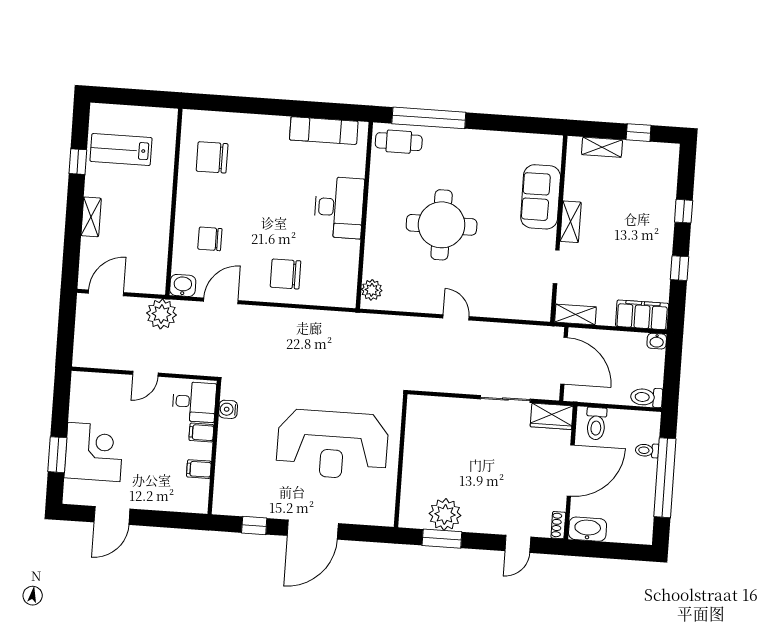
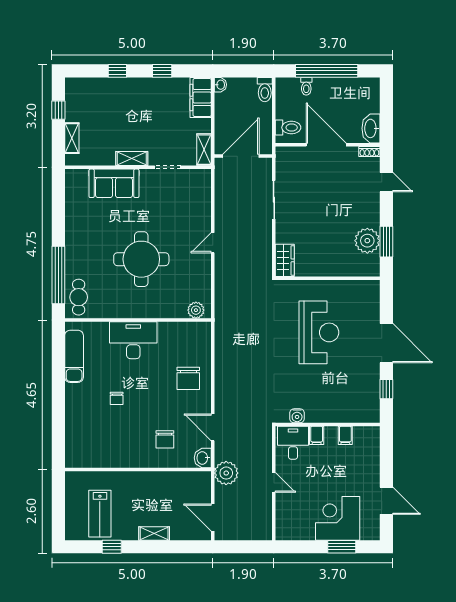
chair: (212, 157) -> (117, 398), moved, width x0.54, depth x0.54
wardrobe: (552, 416) -> (285, 260), moved
reception desk: (332, 445) -> (319, 332), width x0.74, depth x0.77

